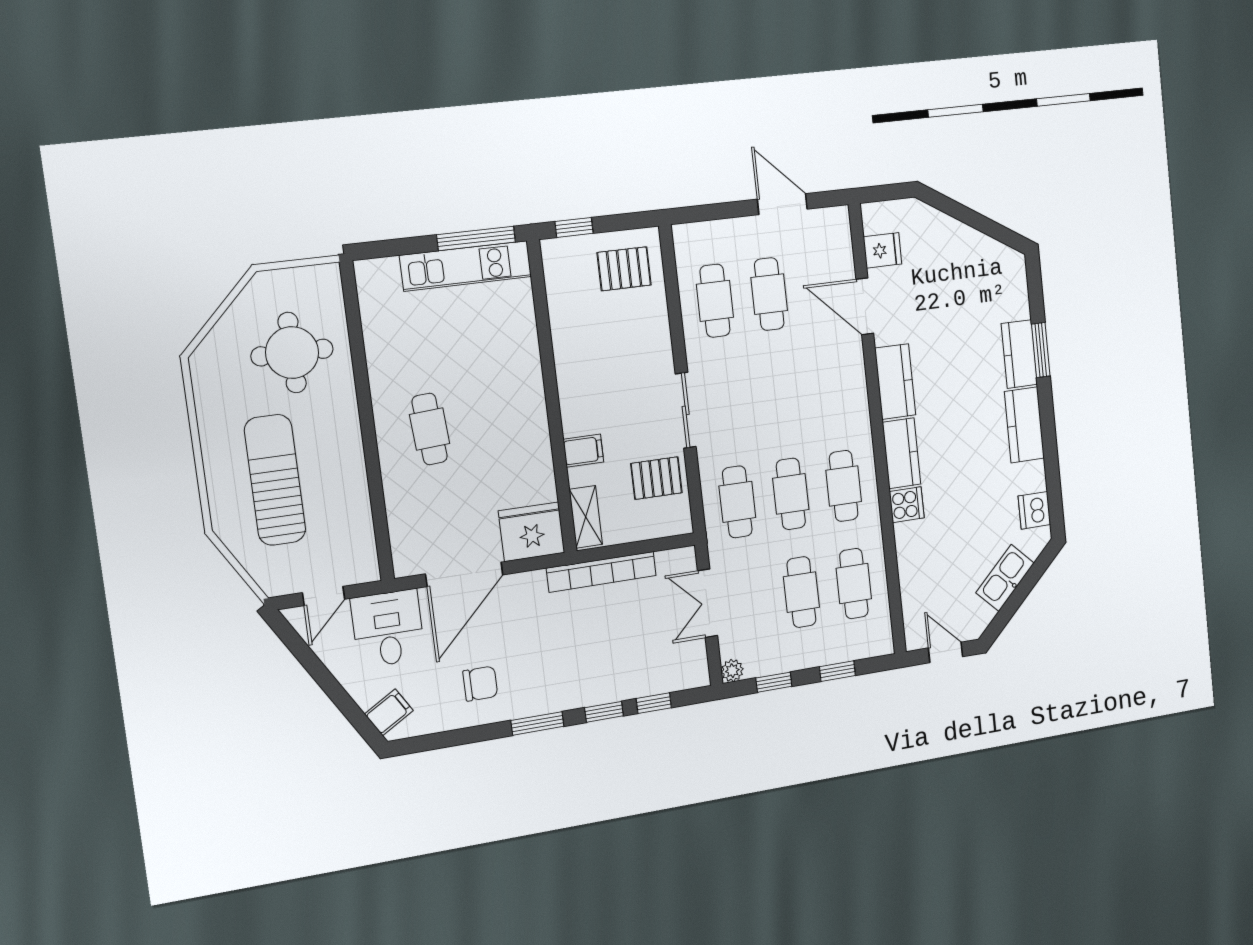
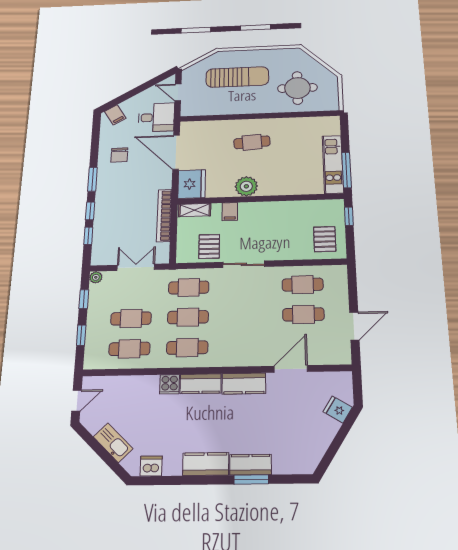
fridge: (883, 250) -> (338, 410), moved, turned 122
plant: (528, 427) -> (246, 186), added

